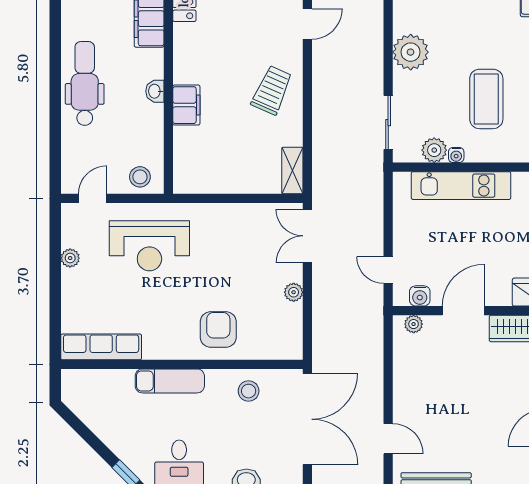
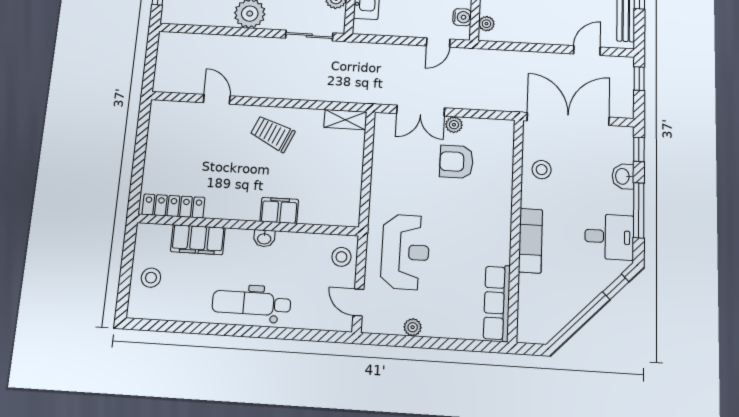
double door: (307, 236) -> (421, 111), moved
armchair: (218, 330) -> (456, 162), moved

